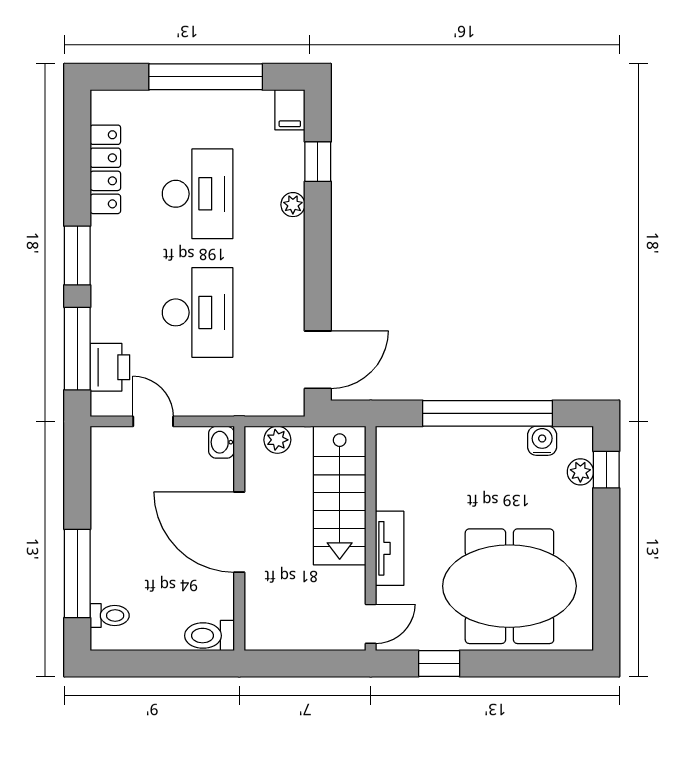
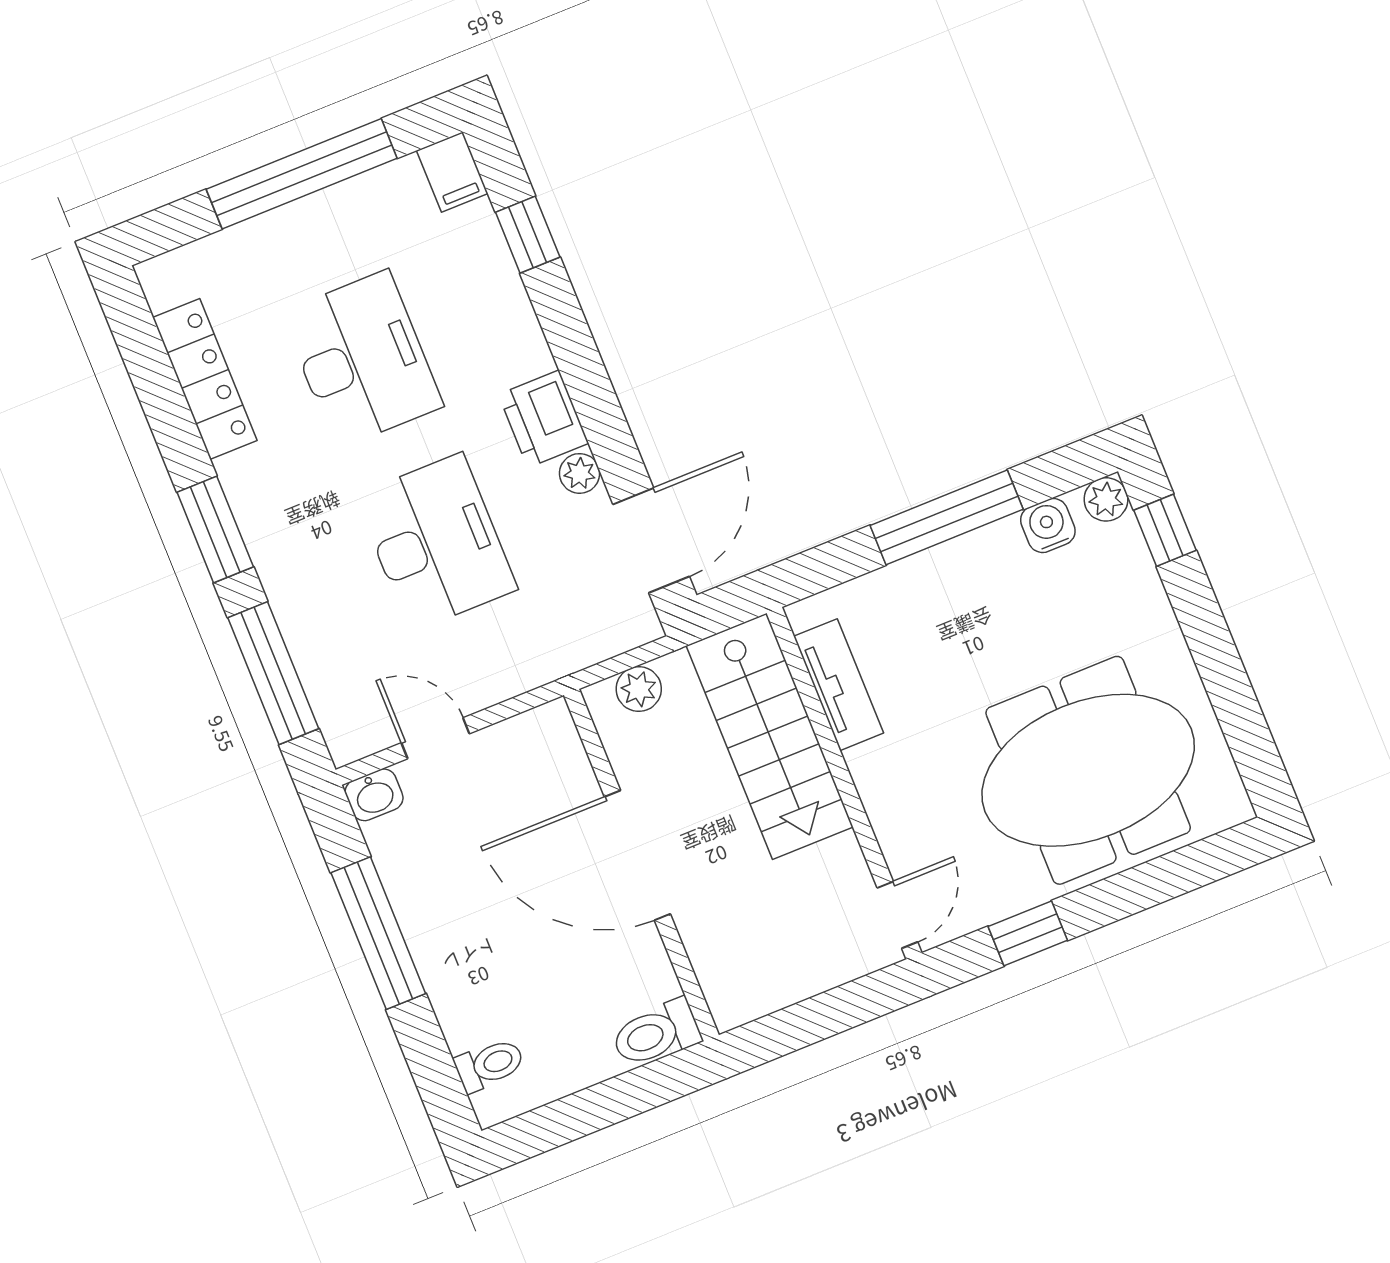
plant: (293, 205) -> (580, 473), moved
printer: (110, 367) -> (544, 419), moved, turned 180
window: (488, 413) -> (947, 517), width x0.68
washbasin: (221, 442) -> (374, 795), moved, turned -90
plant: (580, 472) -> (1106, 499), moved
tv unit: (390, 548) -> (839, 685), moved
window: (77, 574) -> (378, 933), moved

